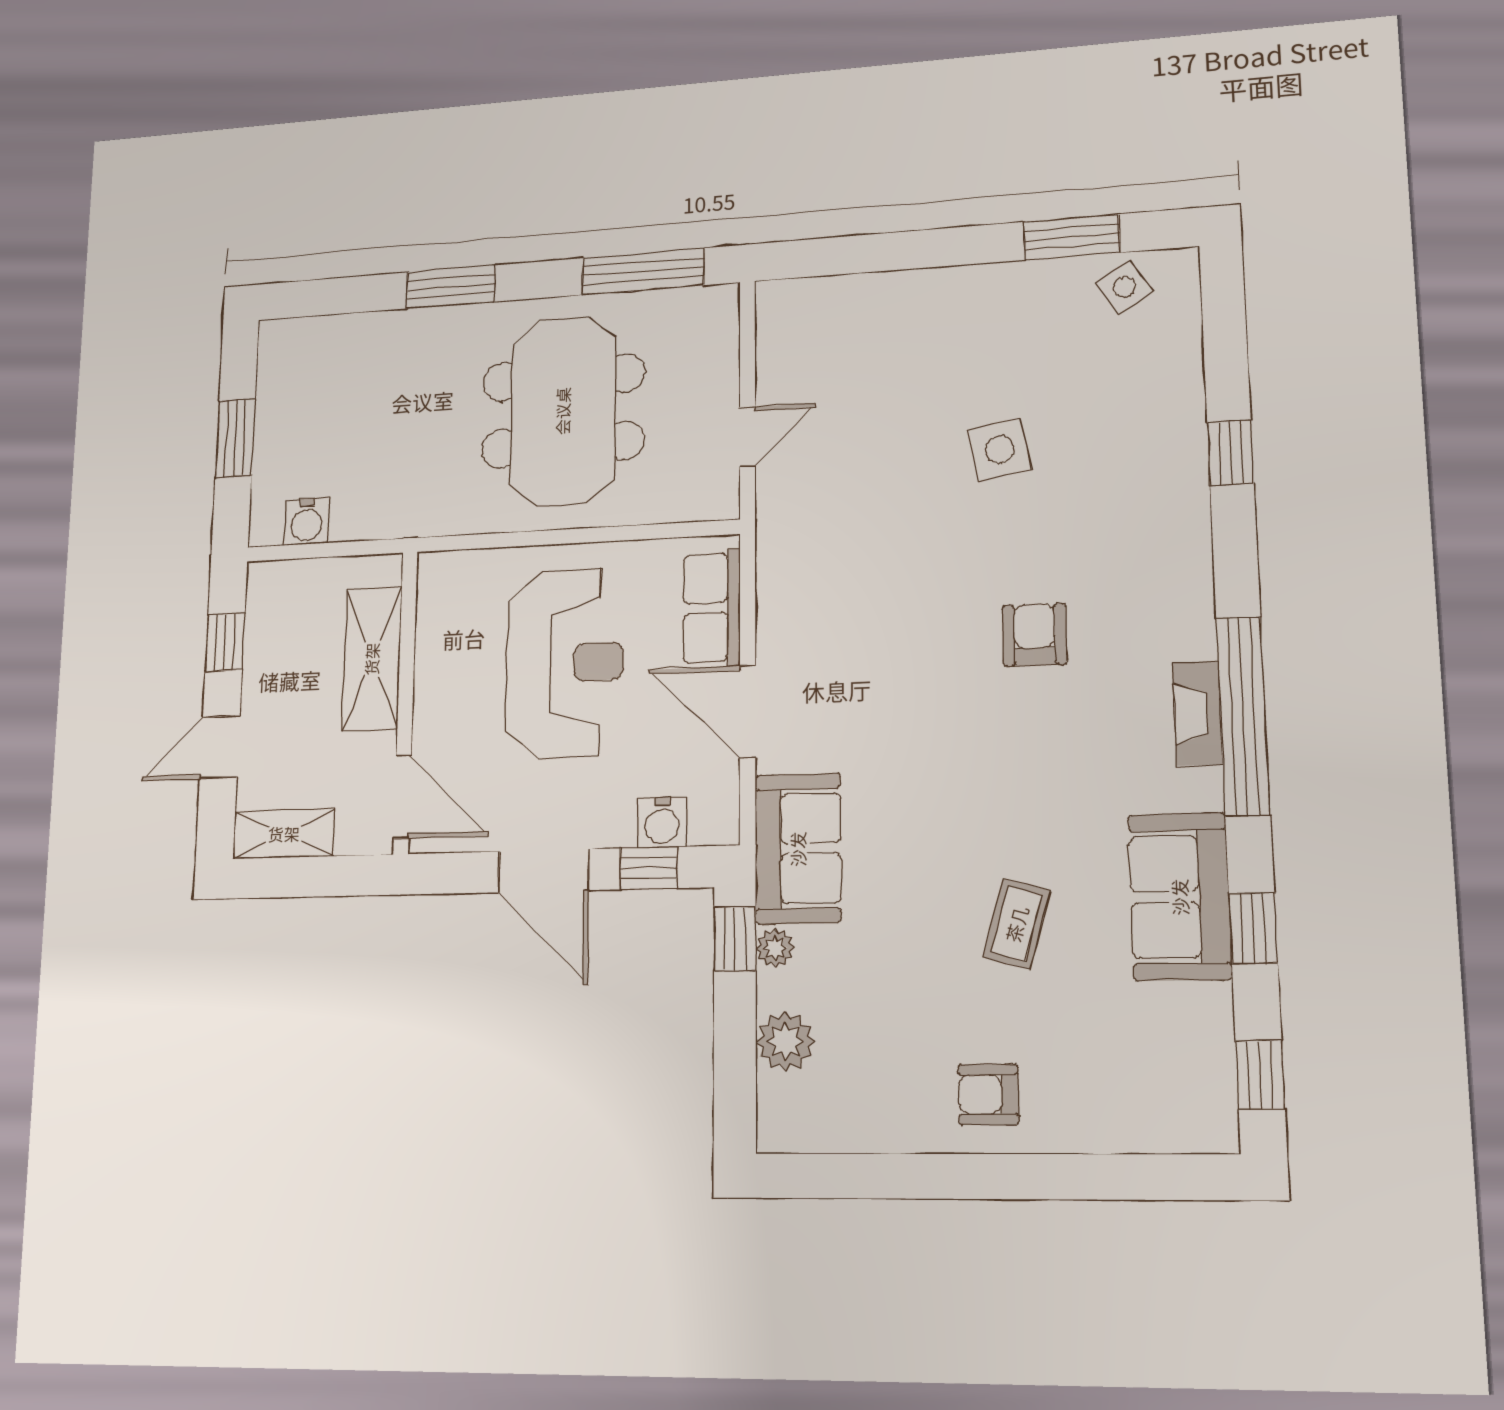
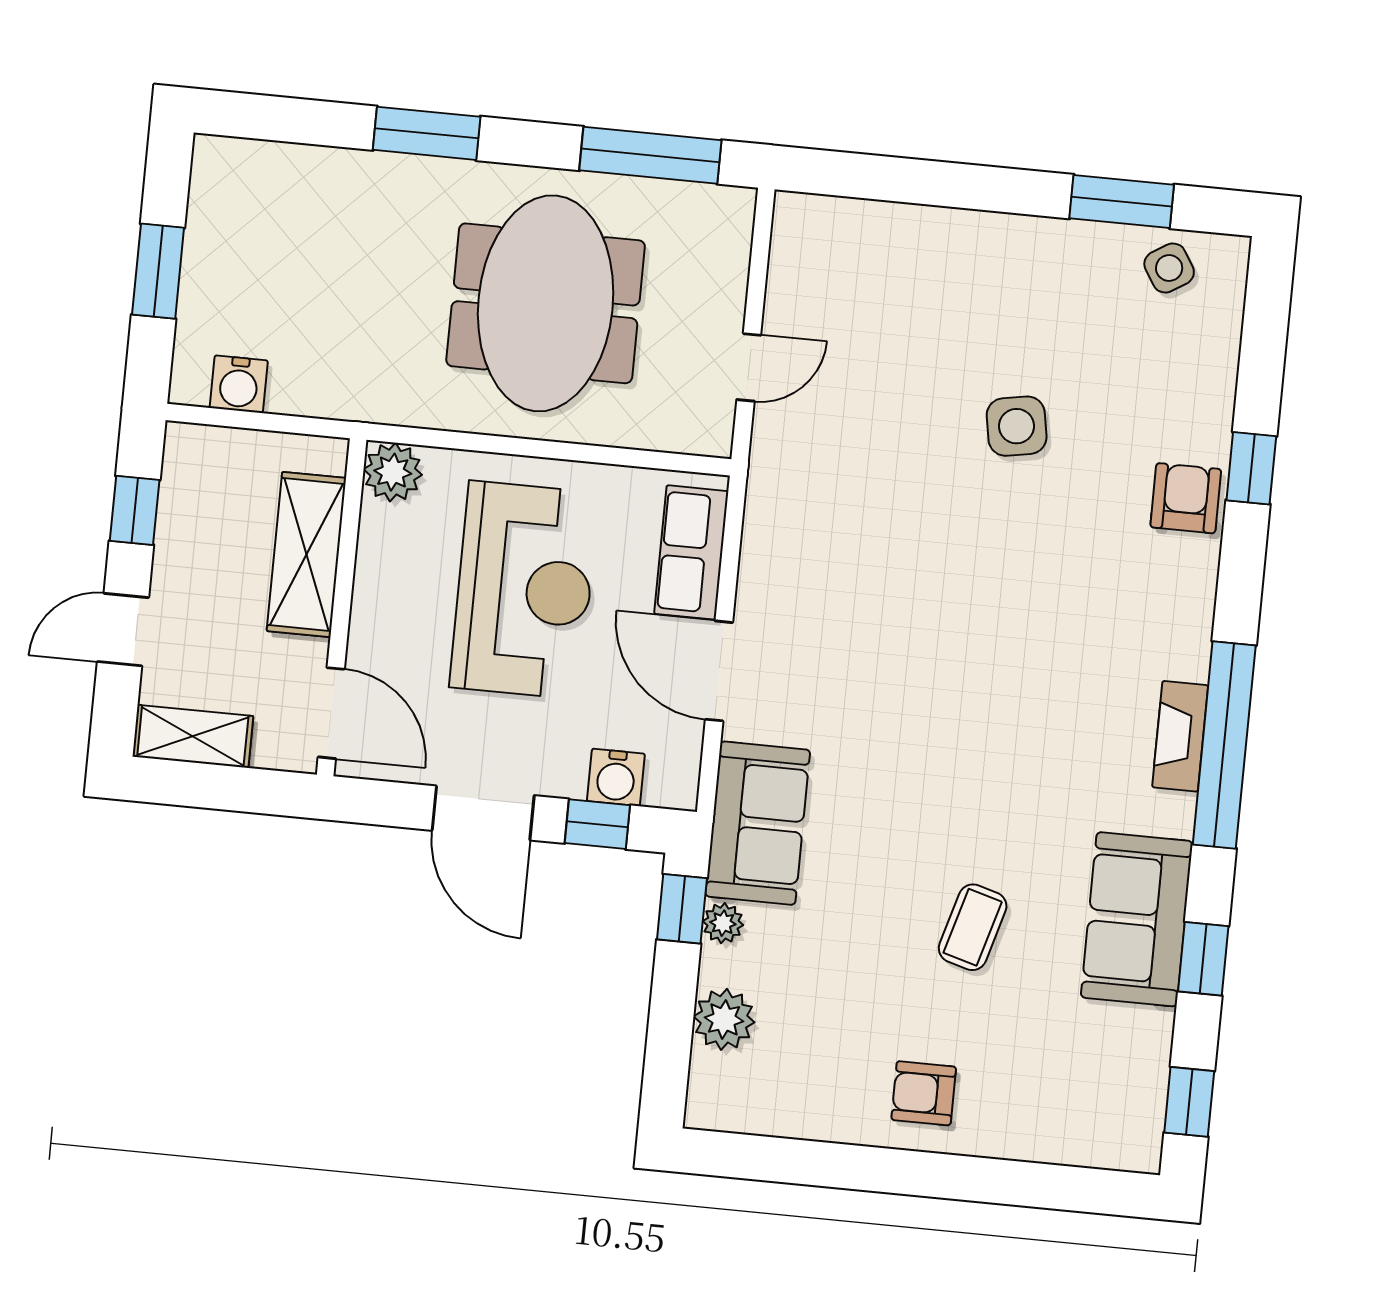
plant: (442, 576) -> (393, 472), added
armchair: (1034, 635) -> (1186, 498), moved

